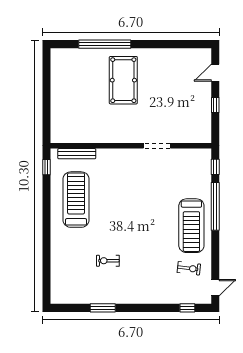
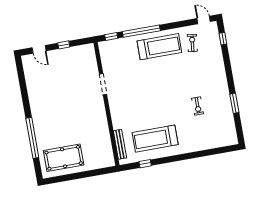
pool table: (123, 80) -> (64, 158), moved
window: (46, 167) -> (145, 164), moved

